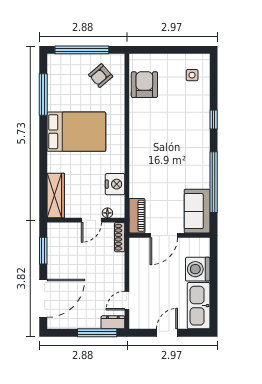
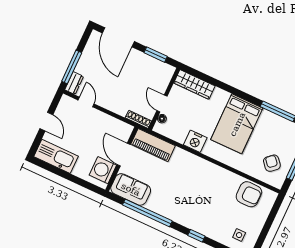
nightstand: (115, 184) -> (195, 141), moved
piano: (137, 216) -> (153, 145), width x1.37, depth x1.33
washing machine: (198, 269) -> (103, 170), moved, turned -90

